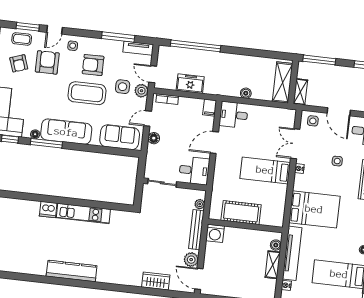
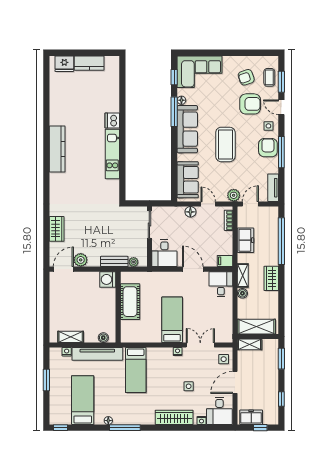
window: (118, 37) -> (281, 152), moved
window: (319, 60) -> (281, 359), width x0.69
wardrobe: (233, 61) -> (271, 278), added
armchair: (93, 65) -> (268, 148), moved
side table: (123, 87) -> (235, 177), removed
shelving: (227, 91) -> (243, 275), added
bed: (314, 209) -> (136, 370), width x0.67
bench: (196, 230) -> (114, 261), width x0.73
shelving: (273, 265) -> (71, 337), moved

